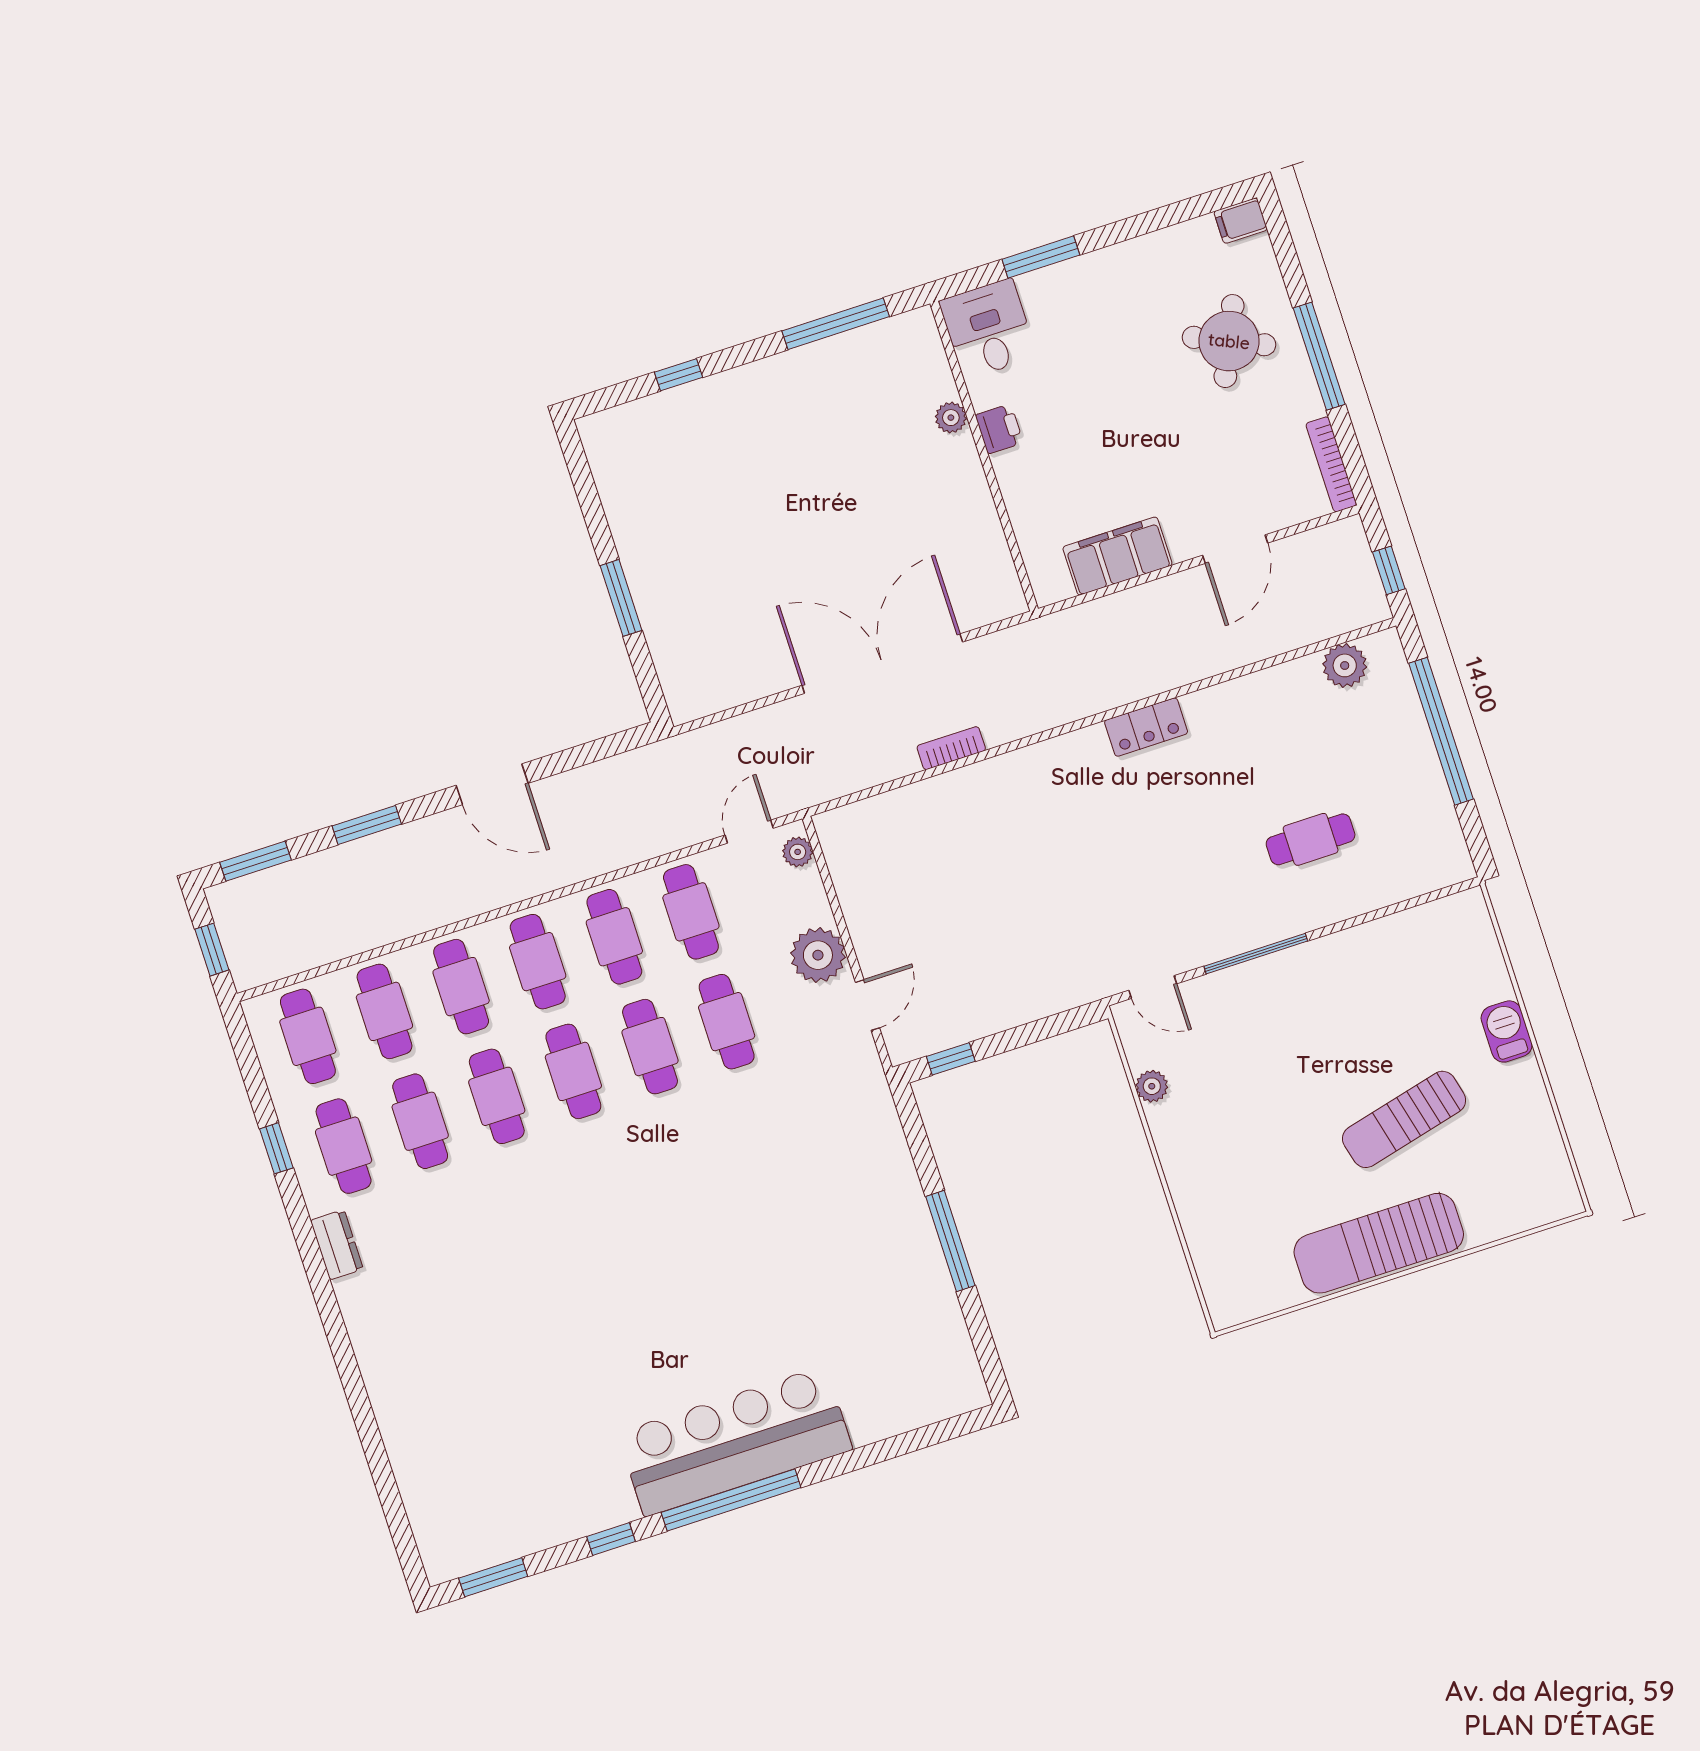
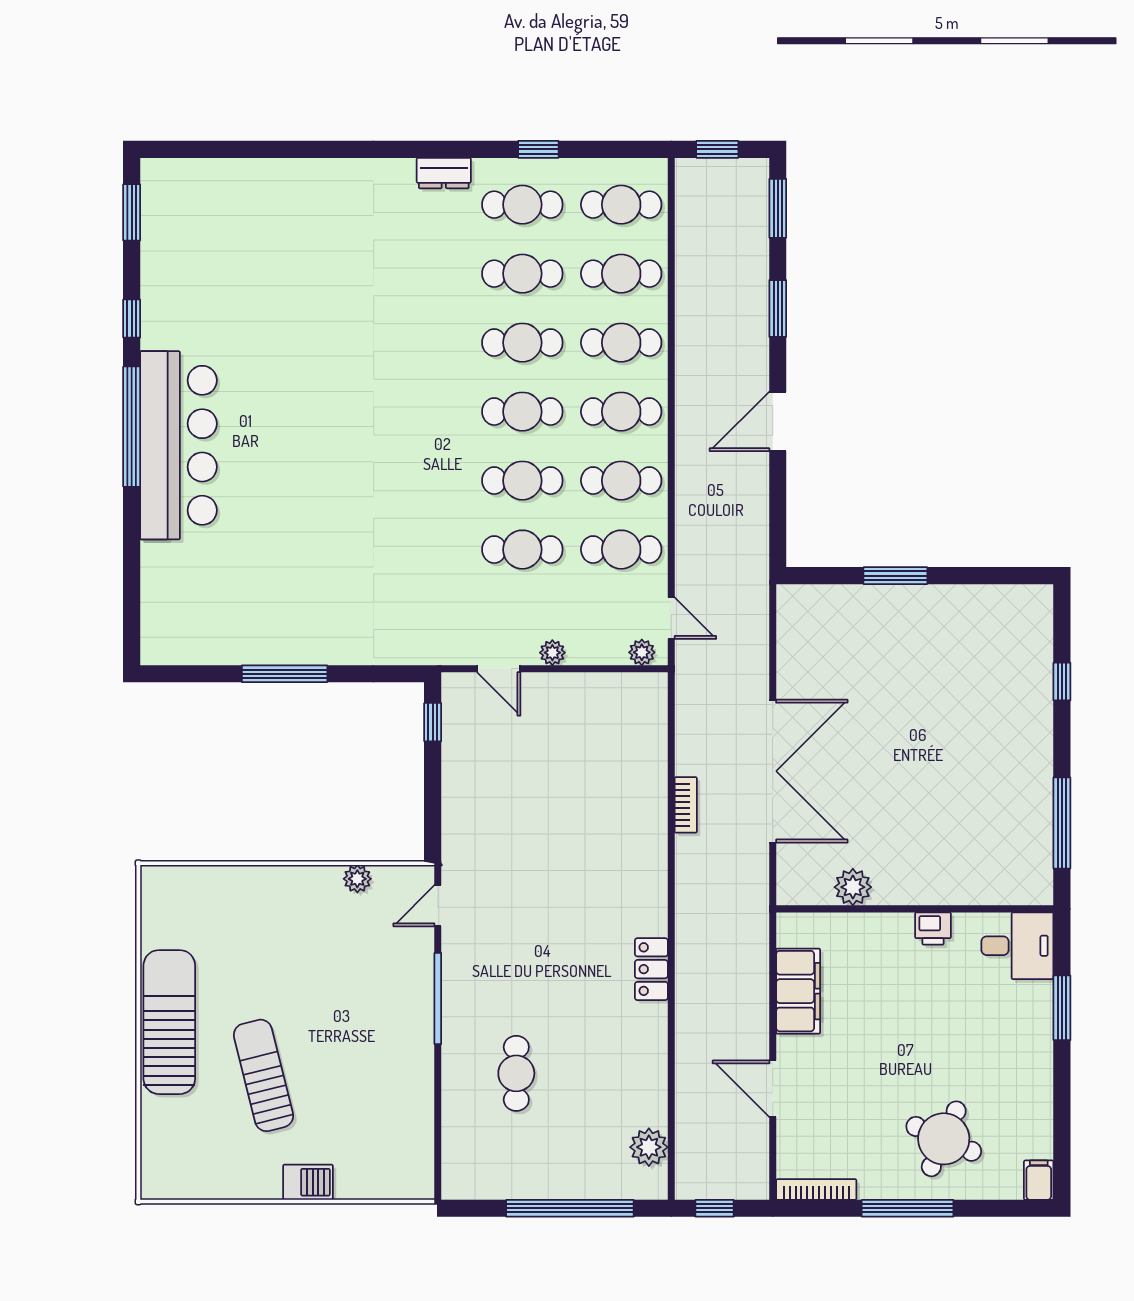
plant: (951, 418) -> (853, 887), moved, width x1.38, depth x1.38
plant: (818, 955) -> (552, 653), width x0.53, depth x0.53

